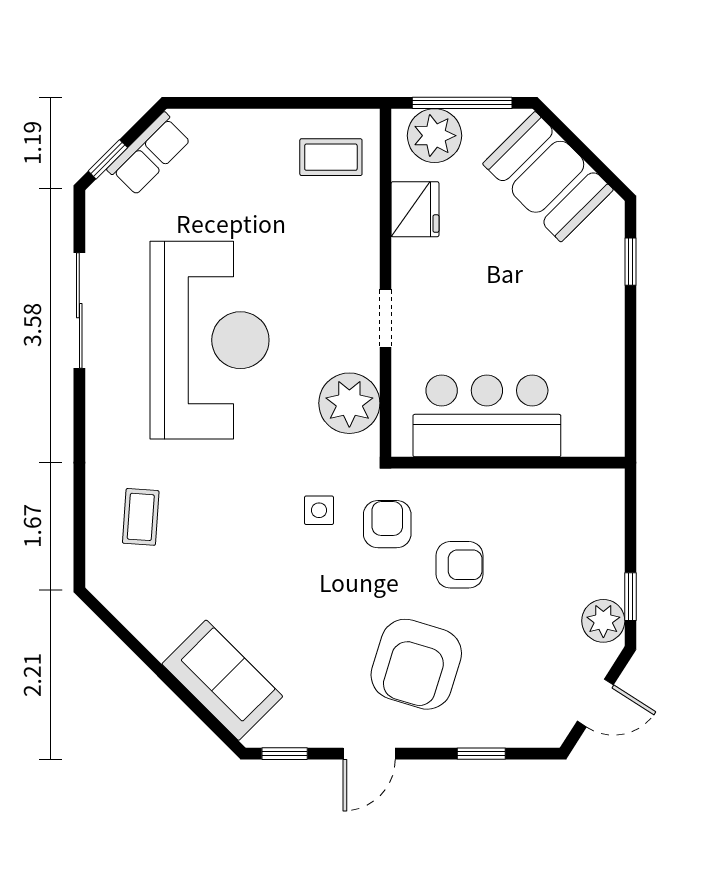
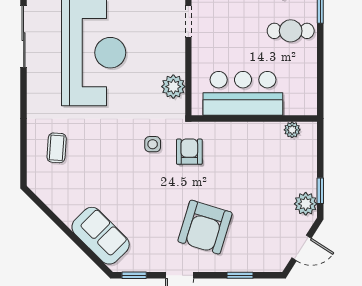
cafe table: (575, 300) -> (291, 31), added
doorway: (386, 318) -> (188, 21), moved
plant: (349, 403) -> (173, 87), width x0.73, depth x0.73
plant: (578, 483) -> (292, 130), added
armchair: (460, 565) -> (228, 174), removed

